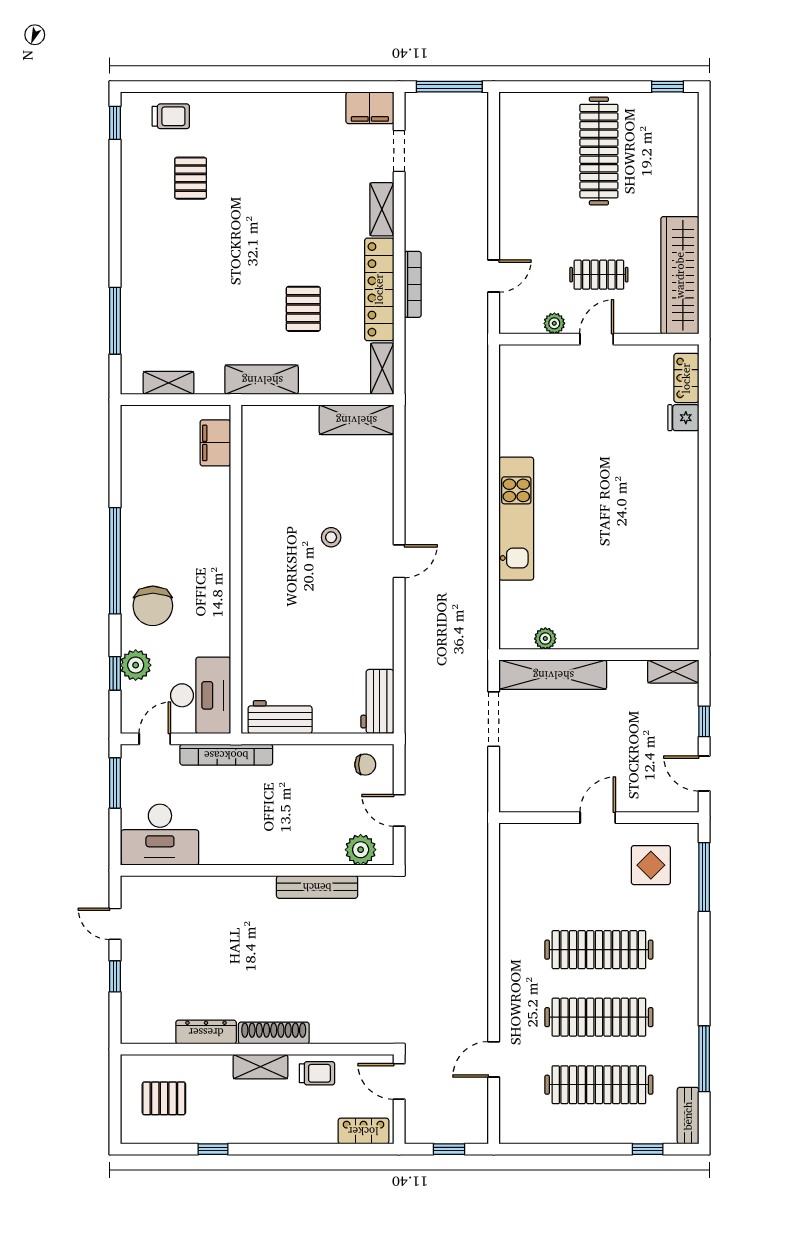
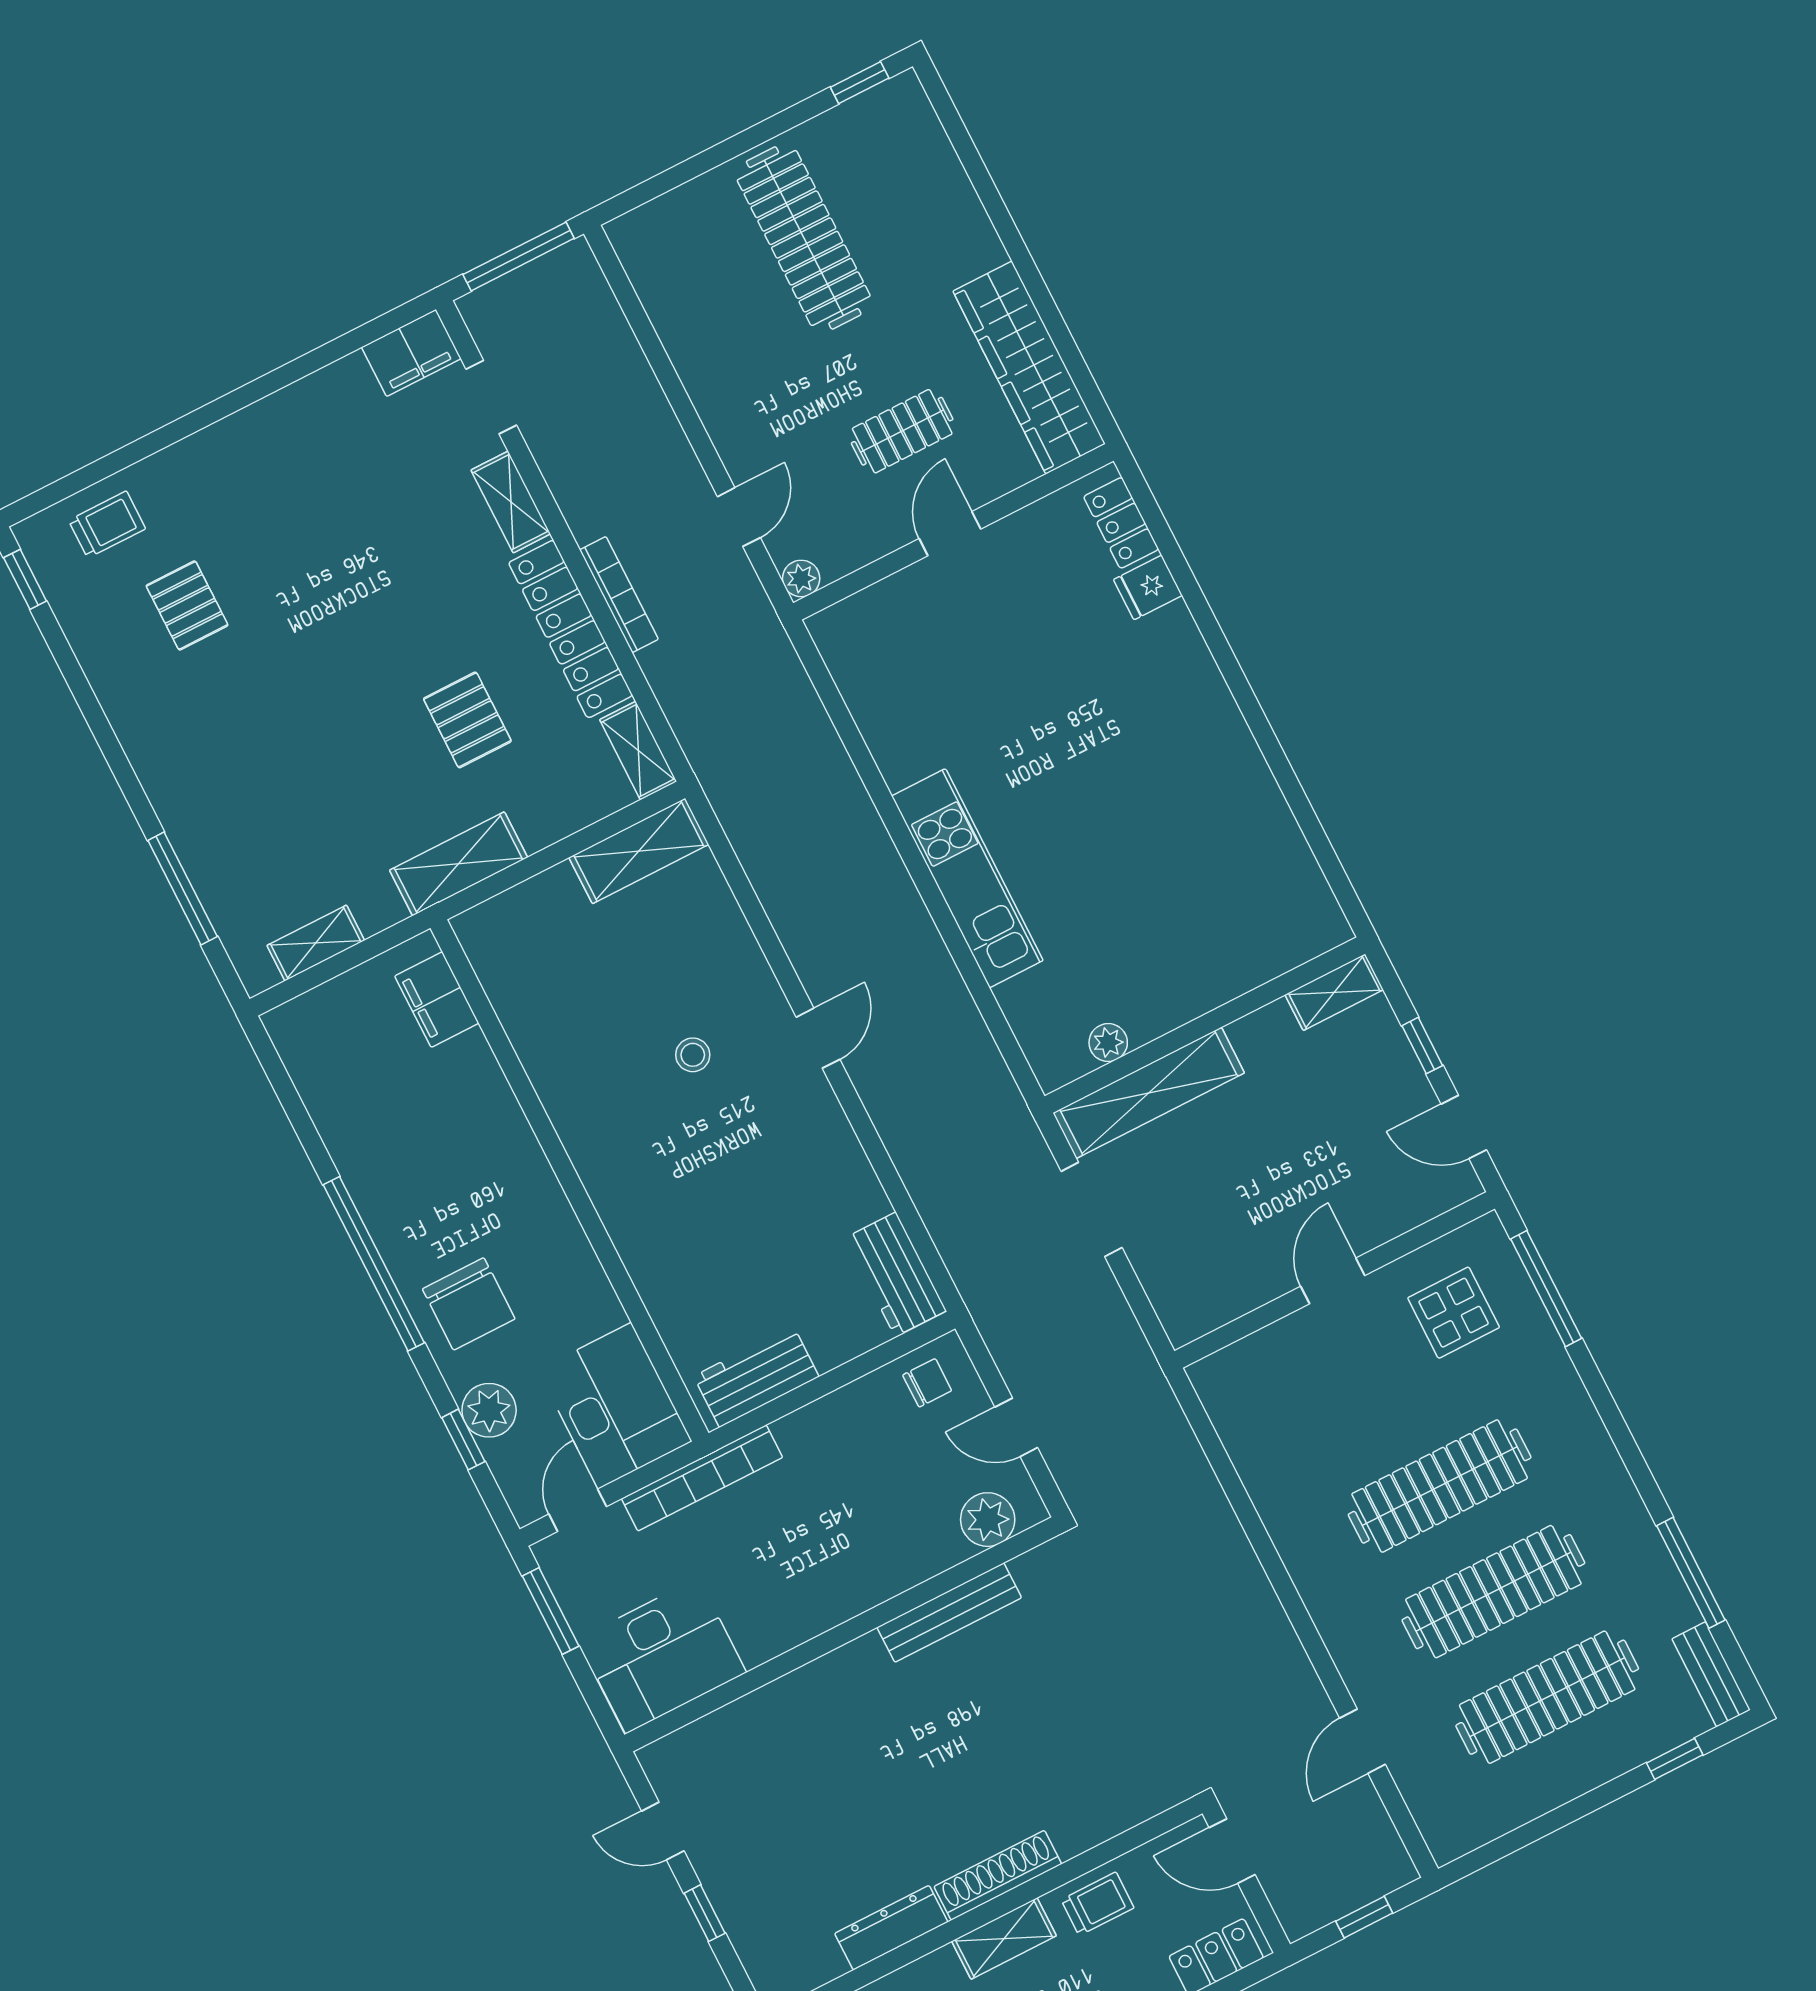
plant: (554, 323) -> (801, 578), moved

